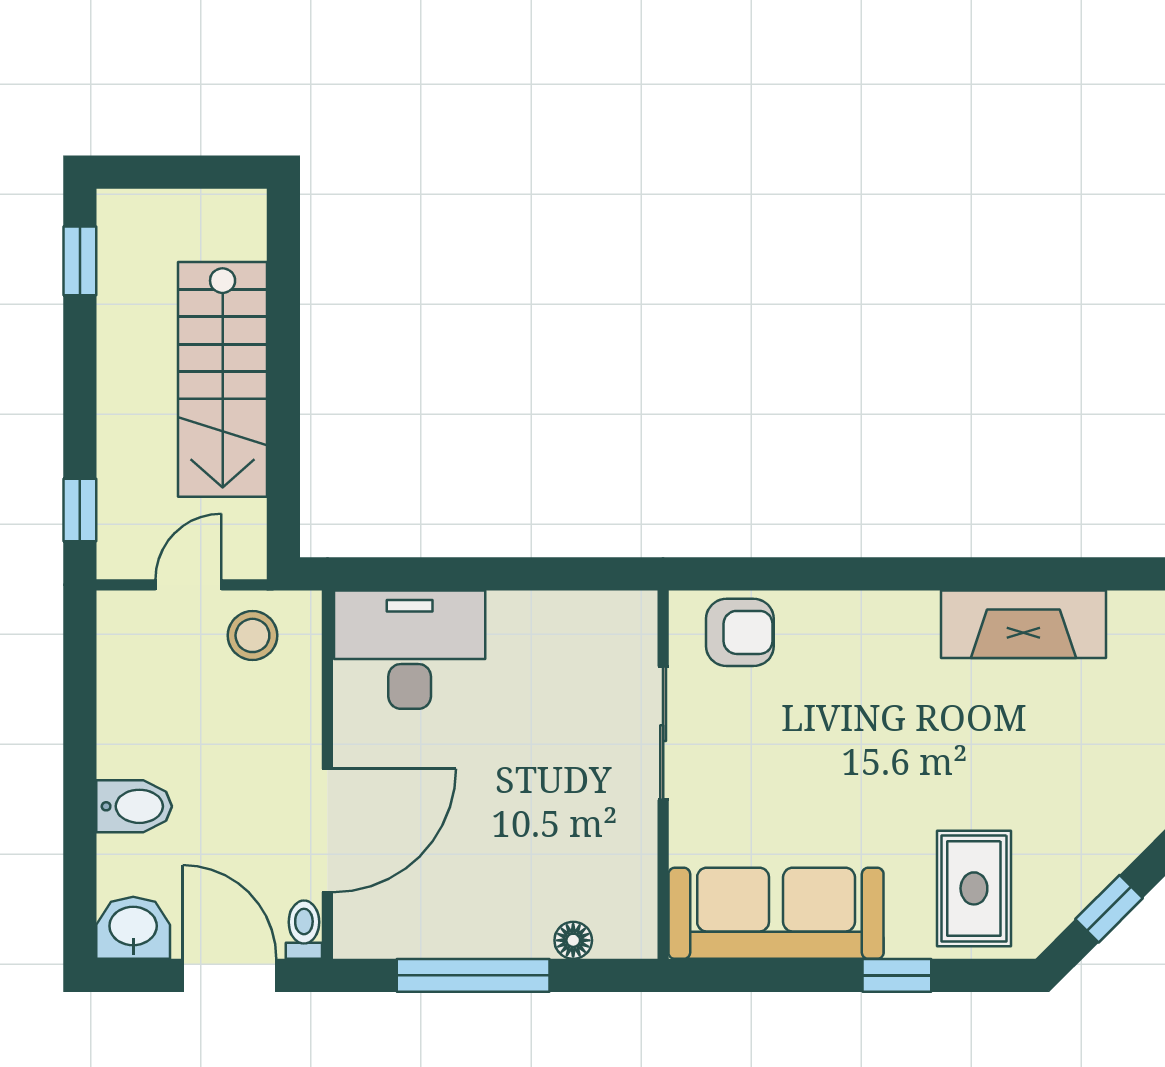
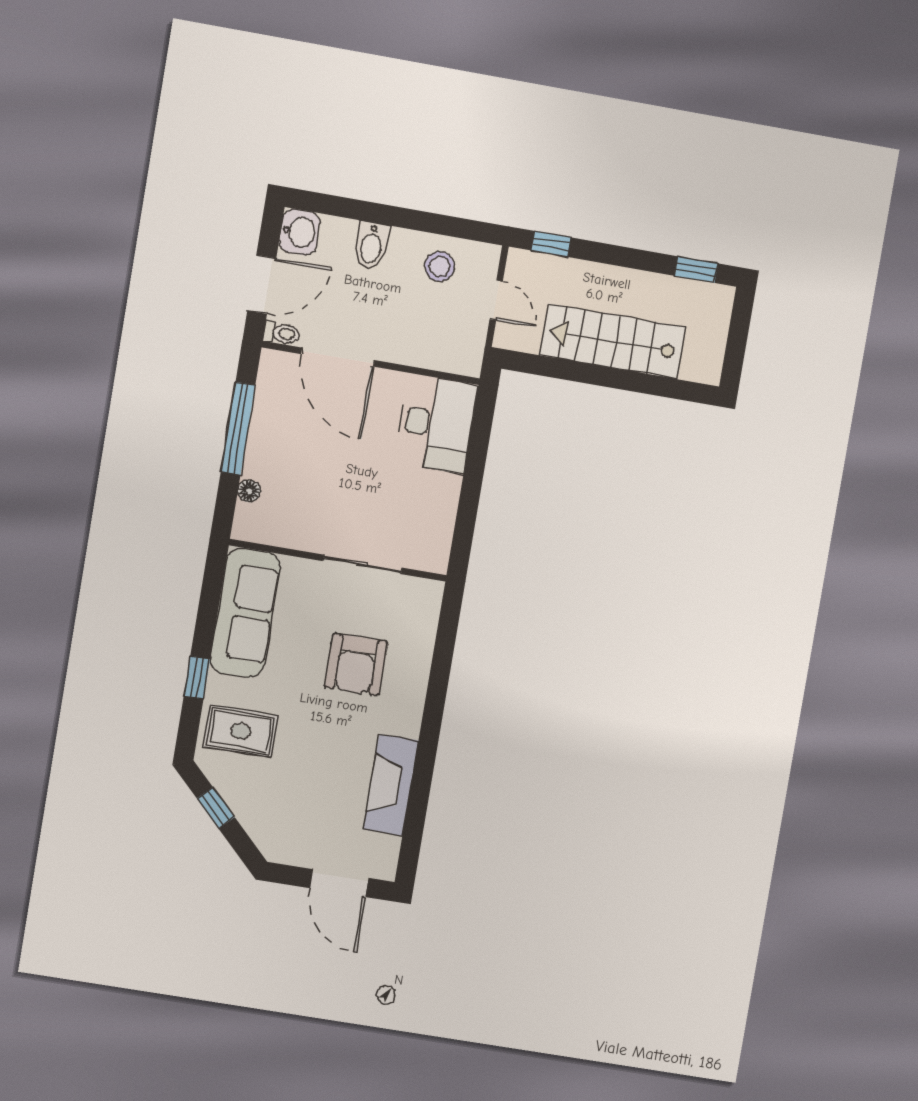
armchair: (740, 632) -> (356, 664), moved, width x1.38, depth x1.38
stool: (252, 635) -> (439, 267), moved

